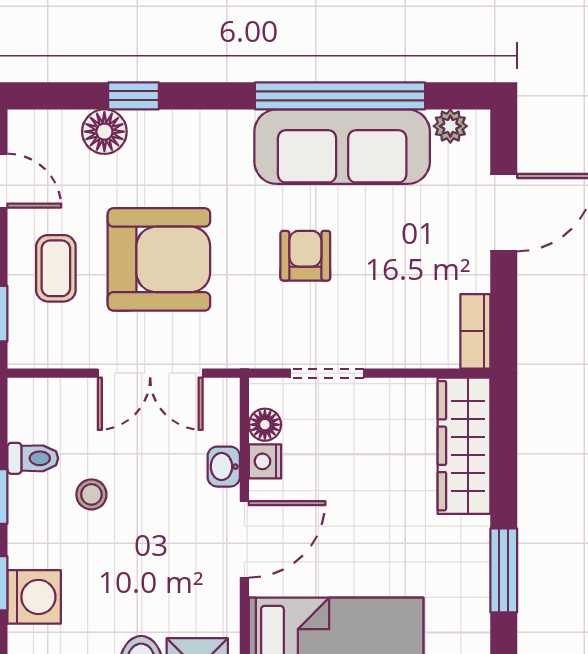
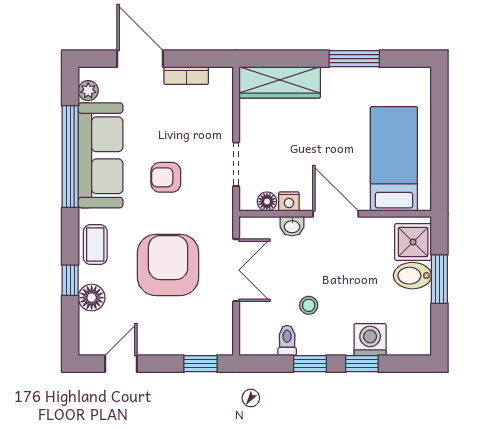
coffee table: (56, 268) -> (95, 245), moved, turned 90
bookcase: (475, 331) -> (186, 76), moved

